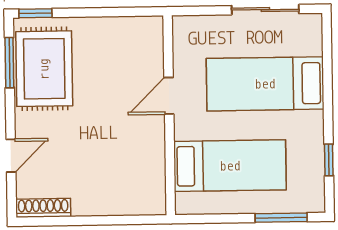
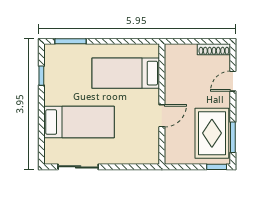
door: (169, 96) -> (162, 116), moved
wall: (169, 115) -> (162, 104), moved
bed: (230, 166) -> (126, 73), moved

